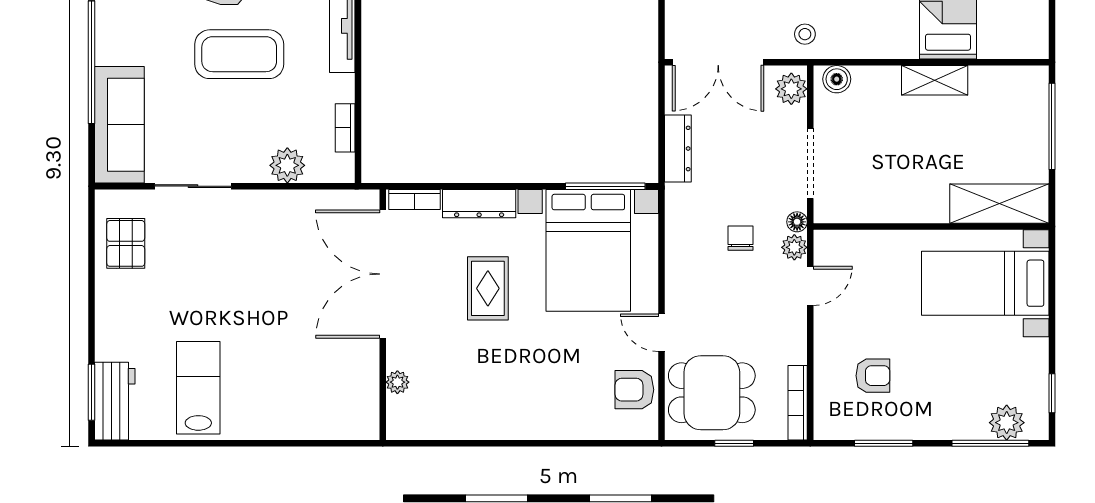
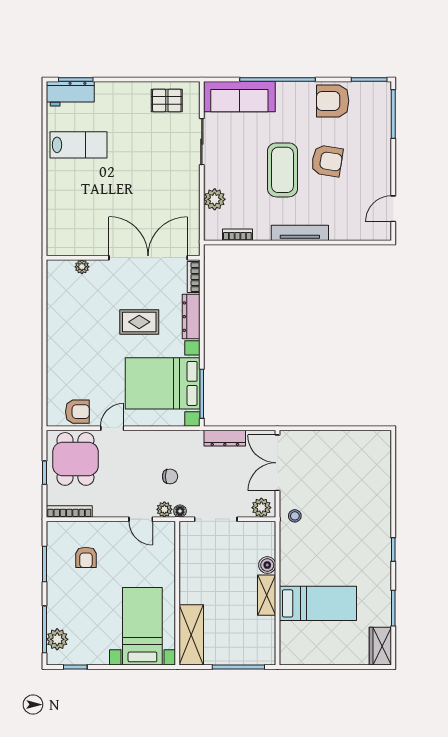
boiler: (837, 79) -> (267, 565), moved
armchair: (634, 390) -> (77, 412), turned 90

